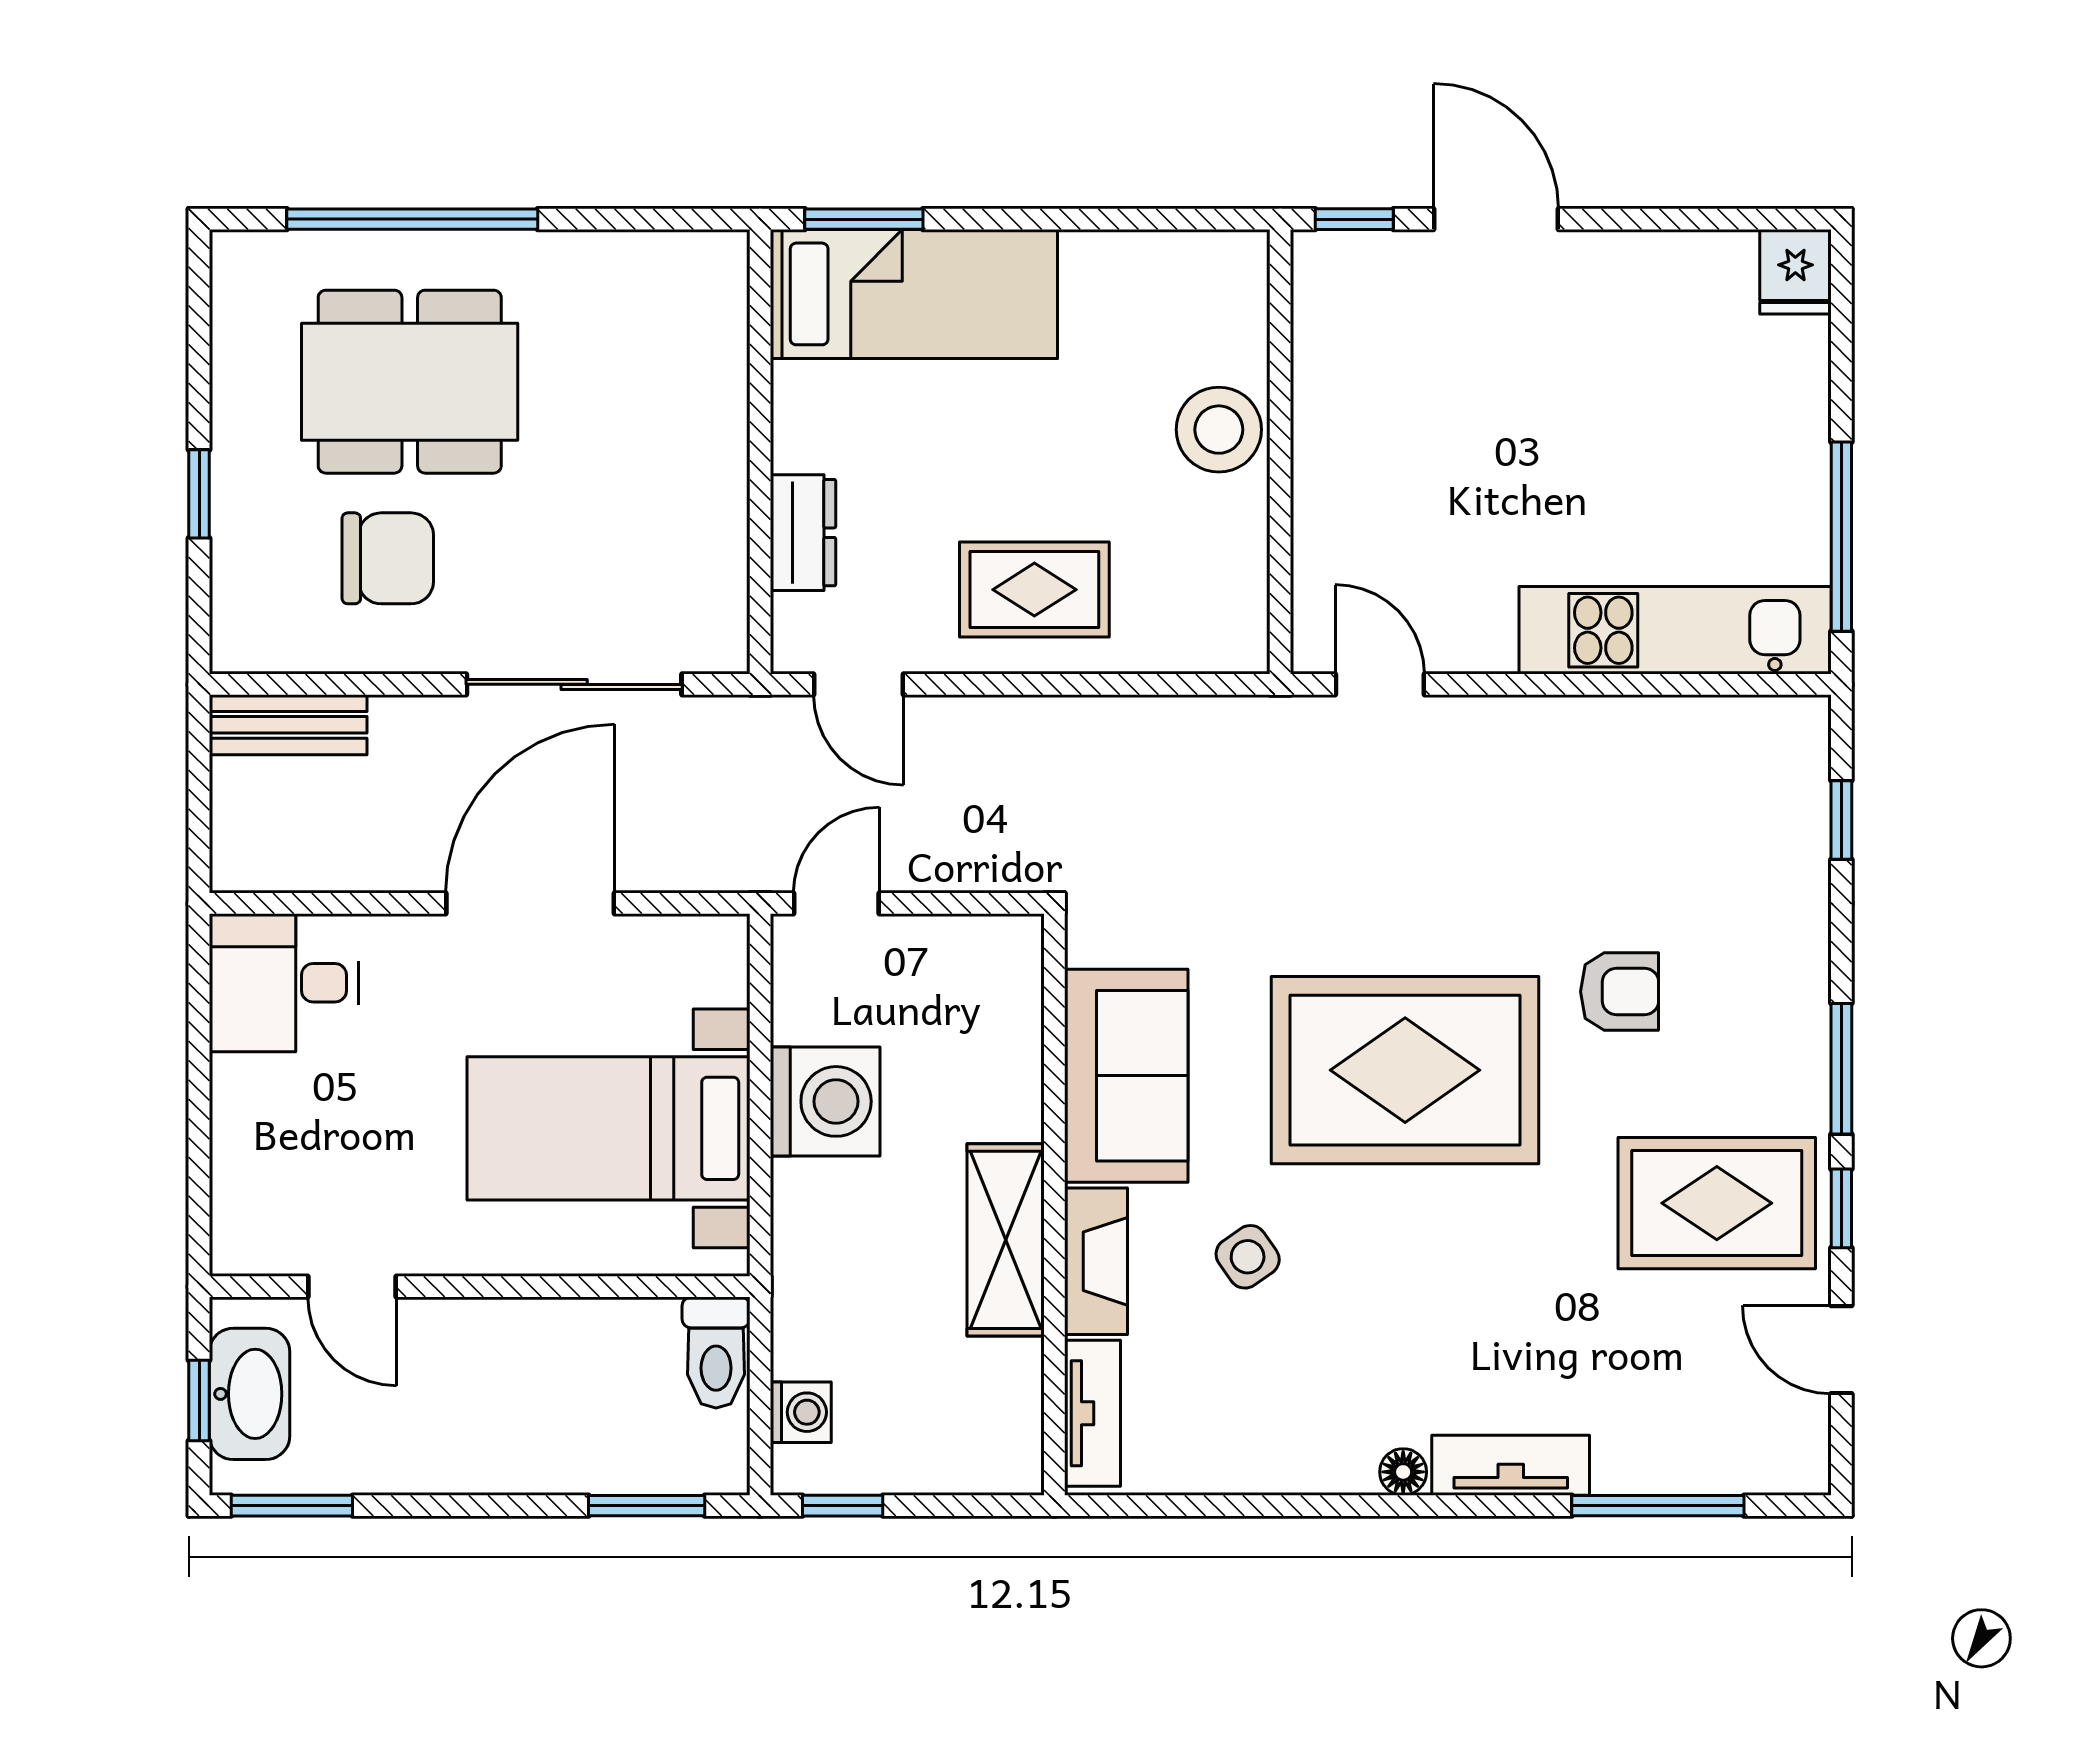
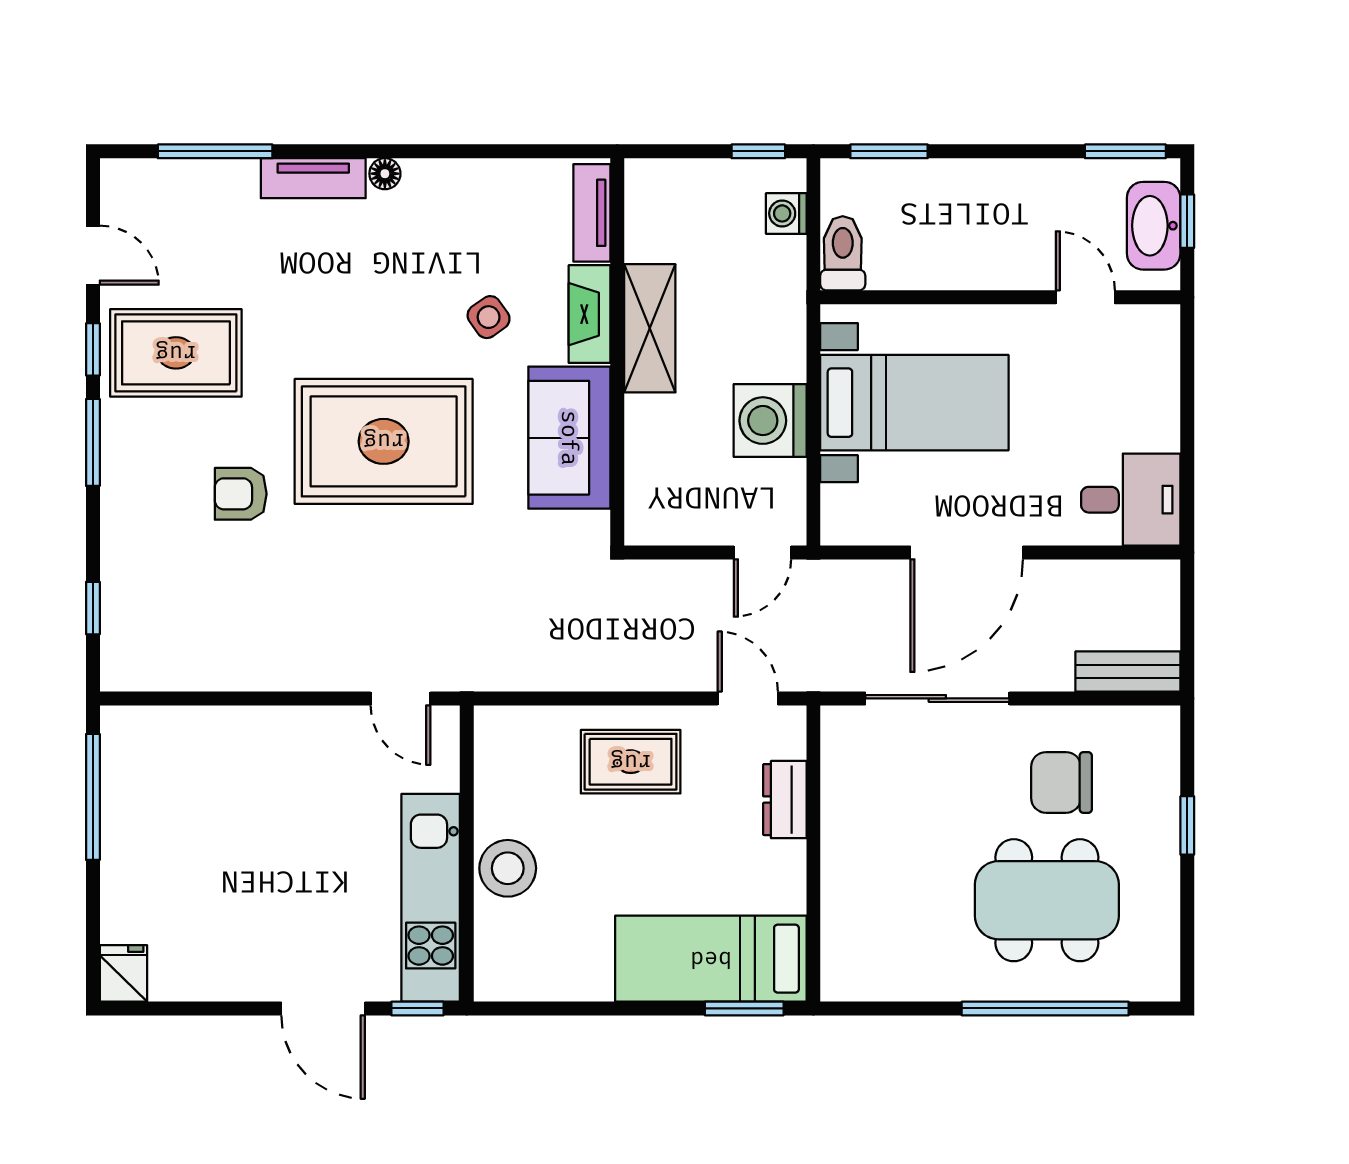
kitchen unit: (1675, 630) -> (431, 898), moved, turned 90

